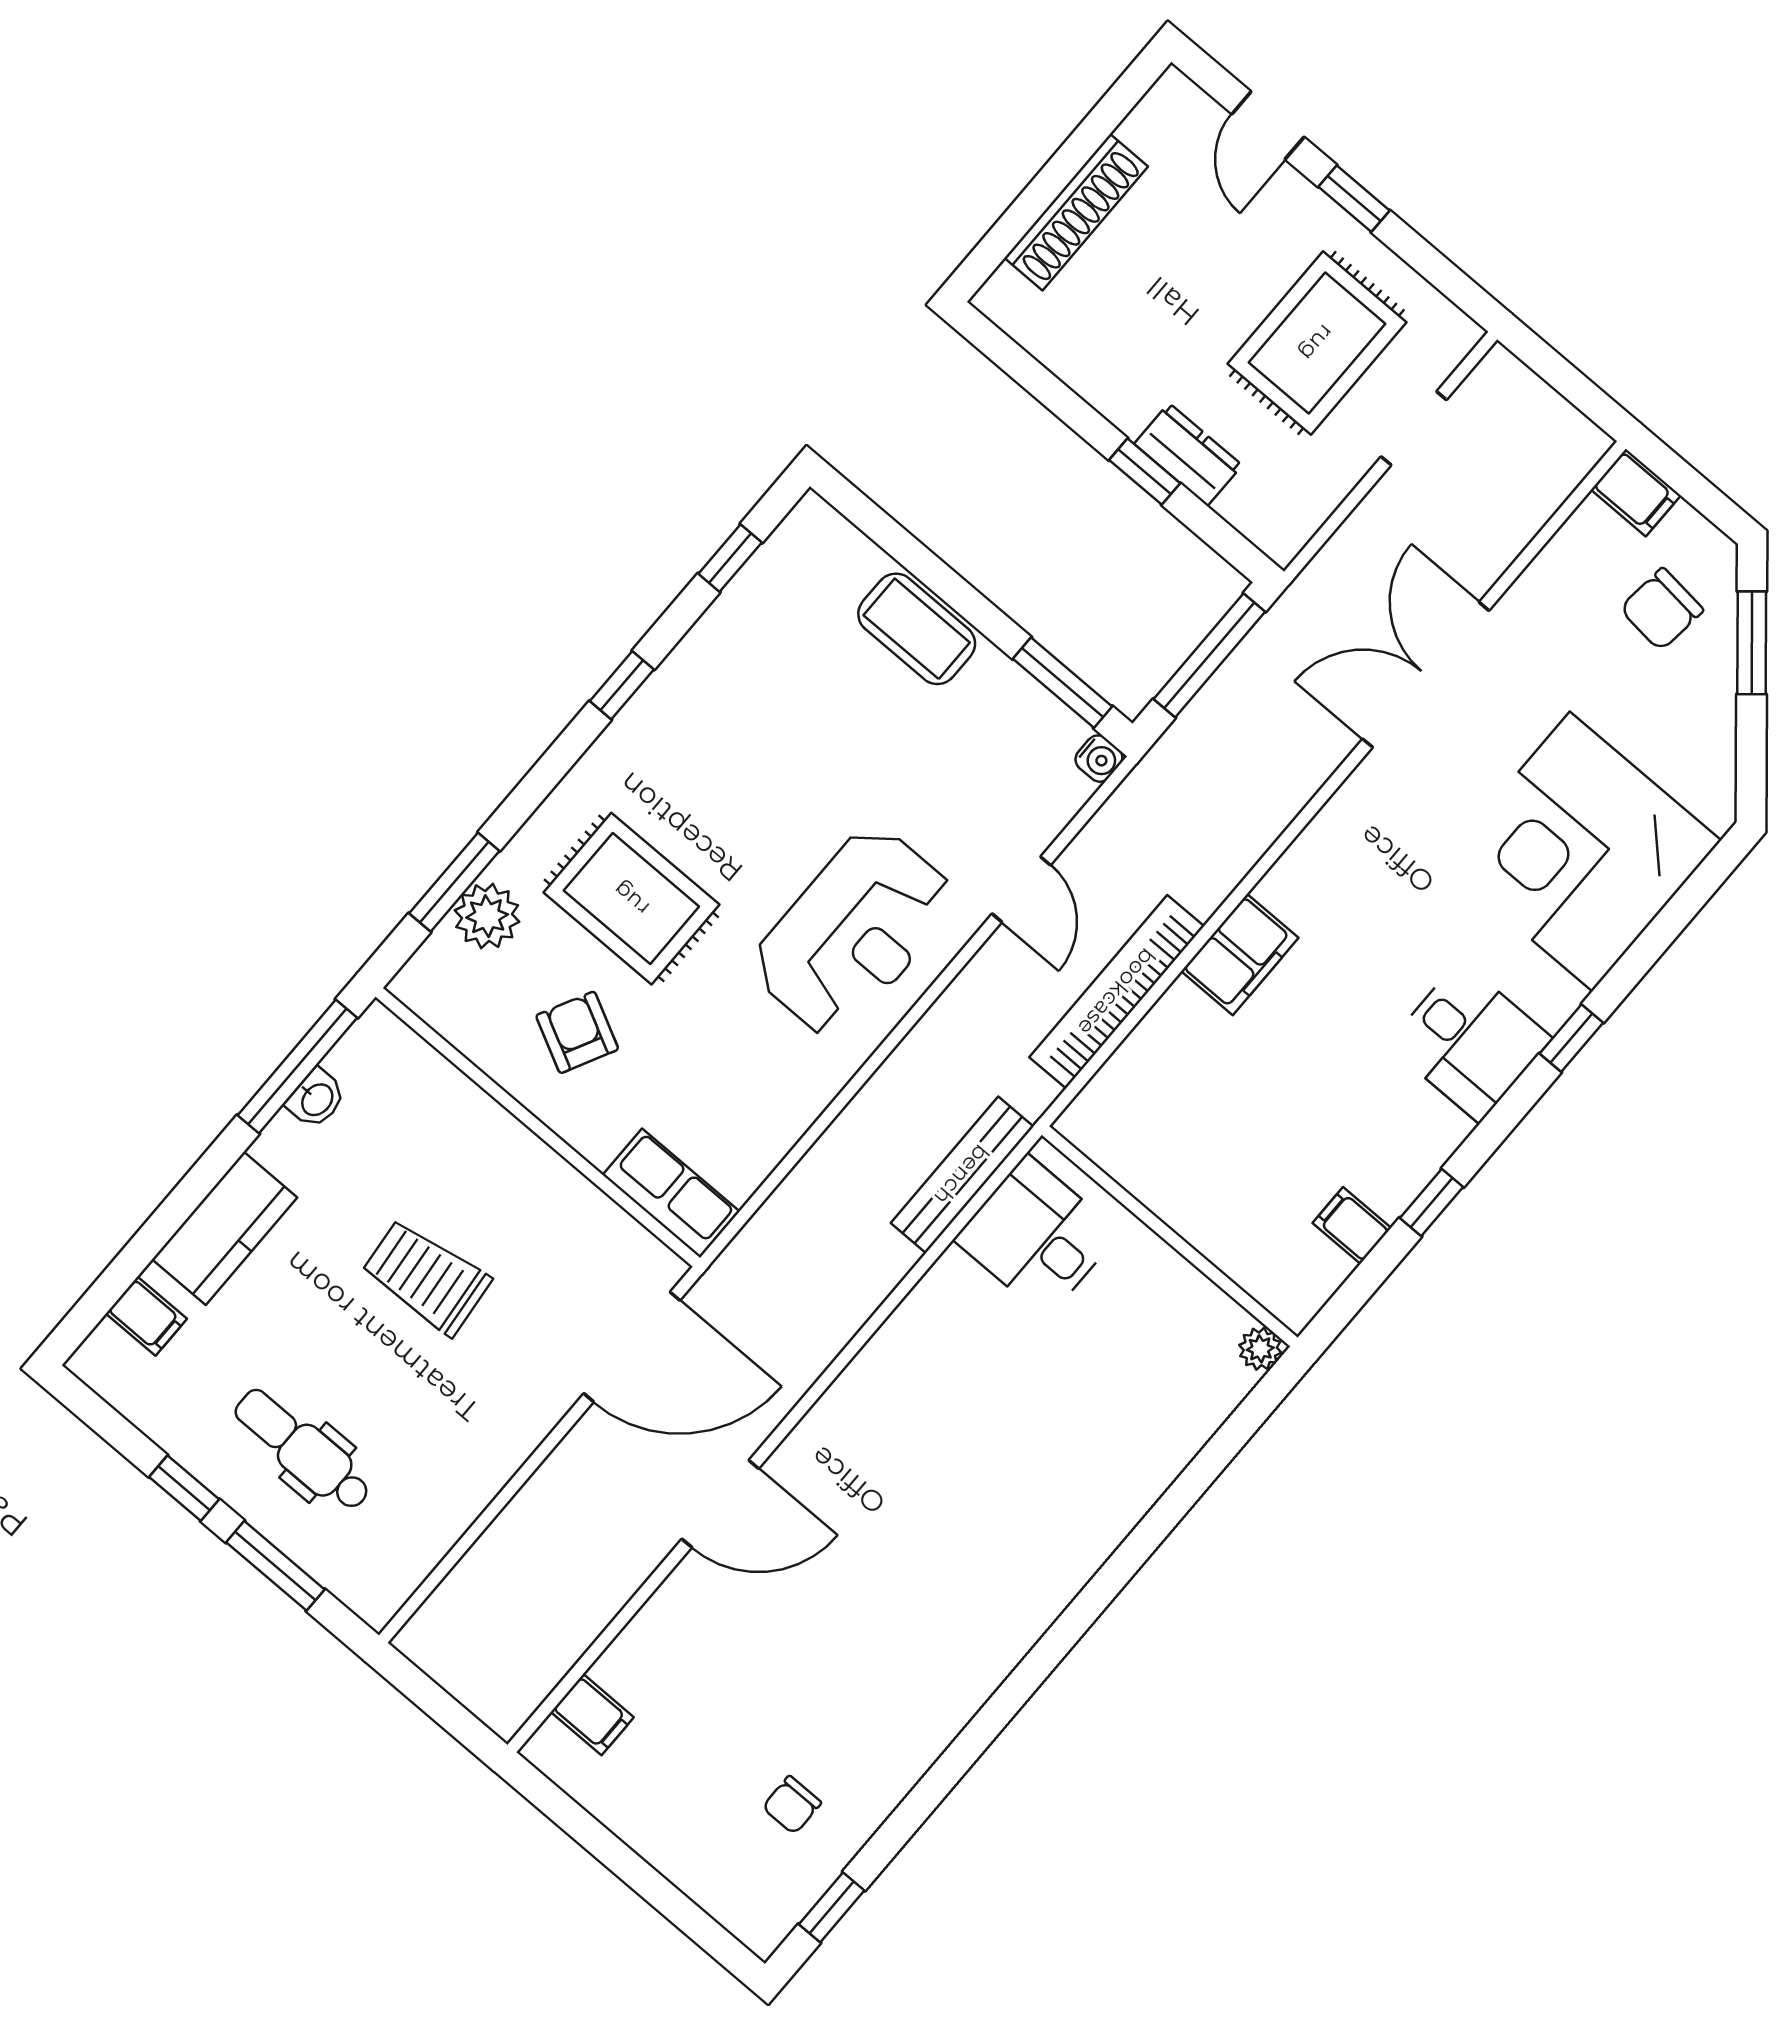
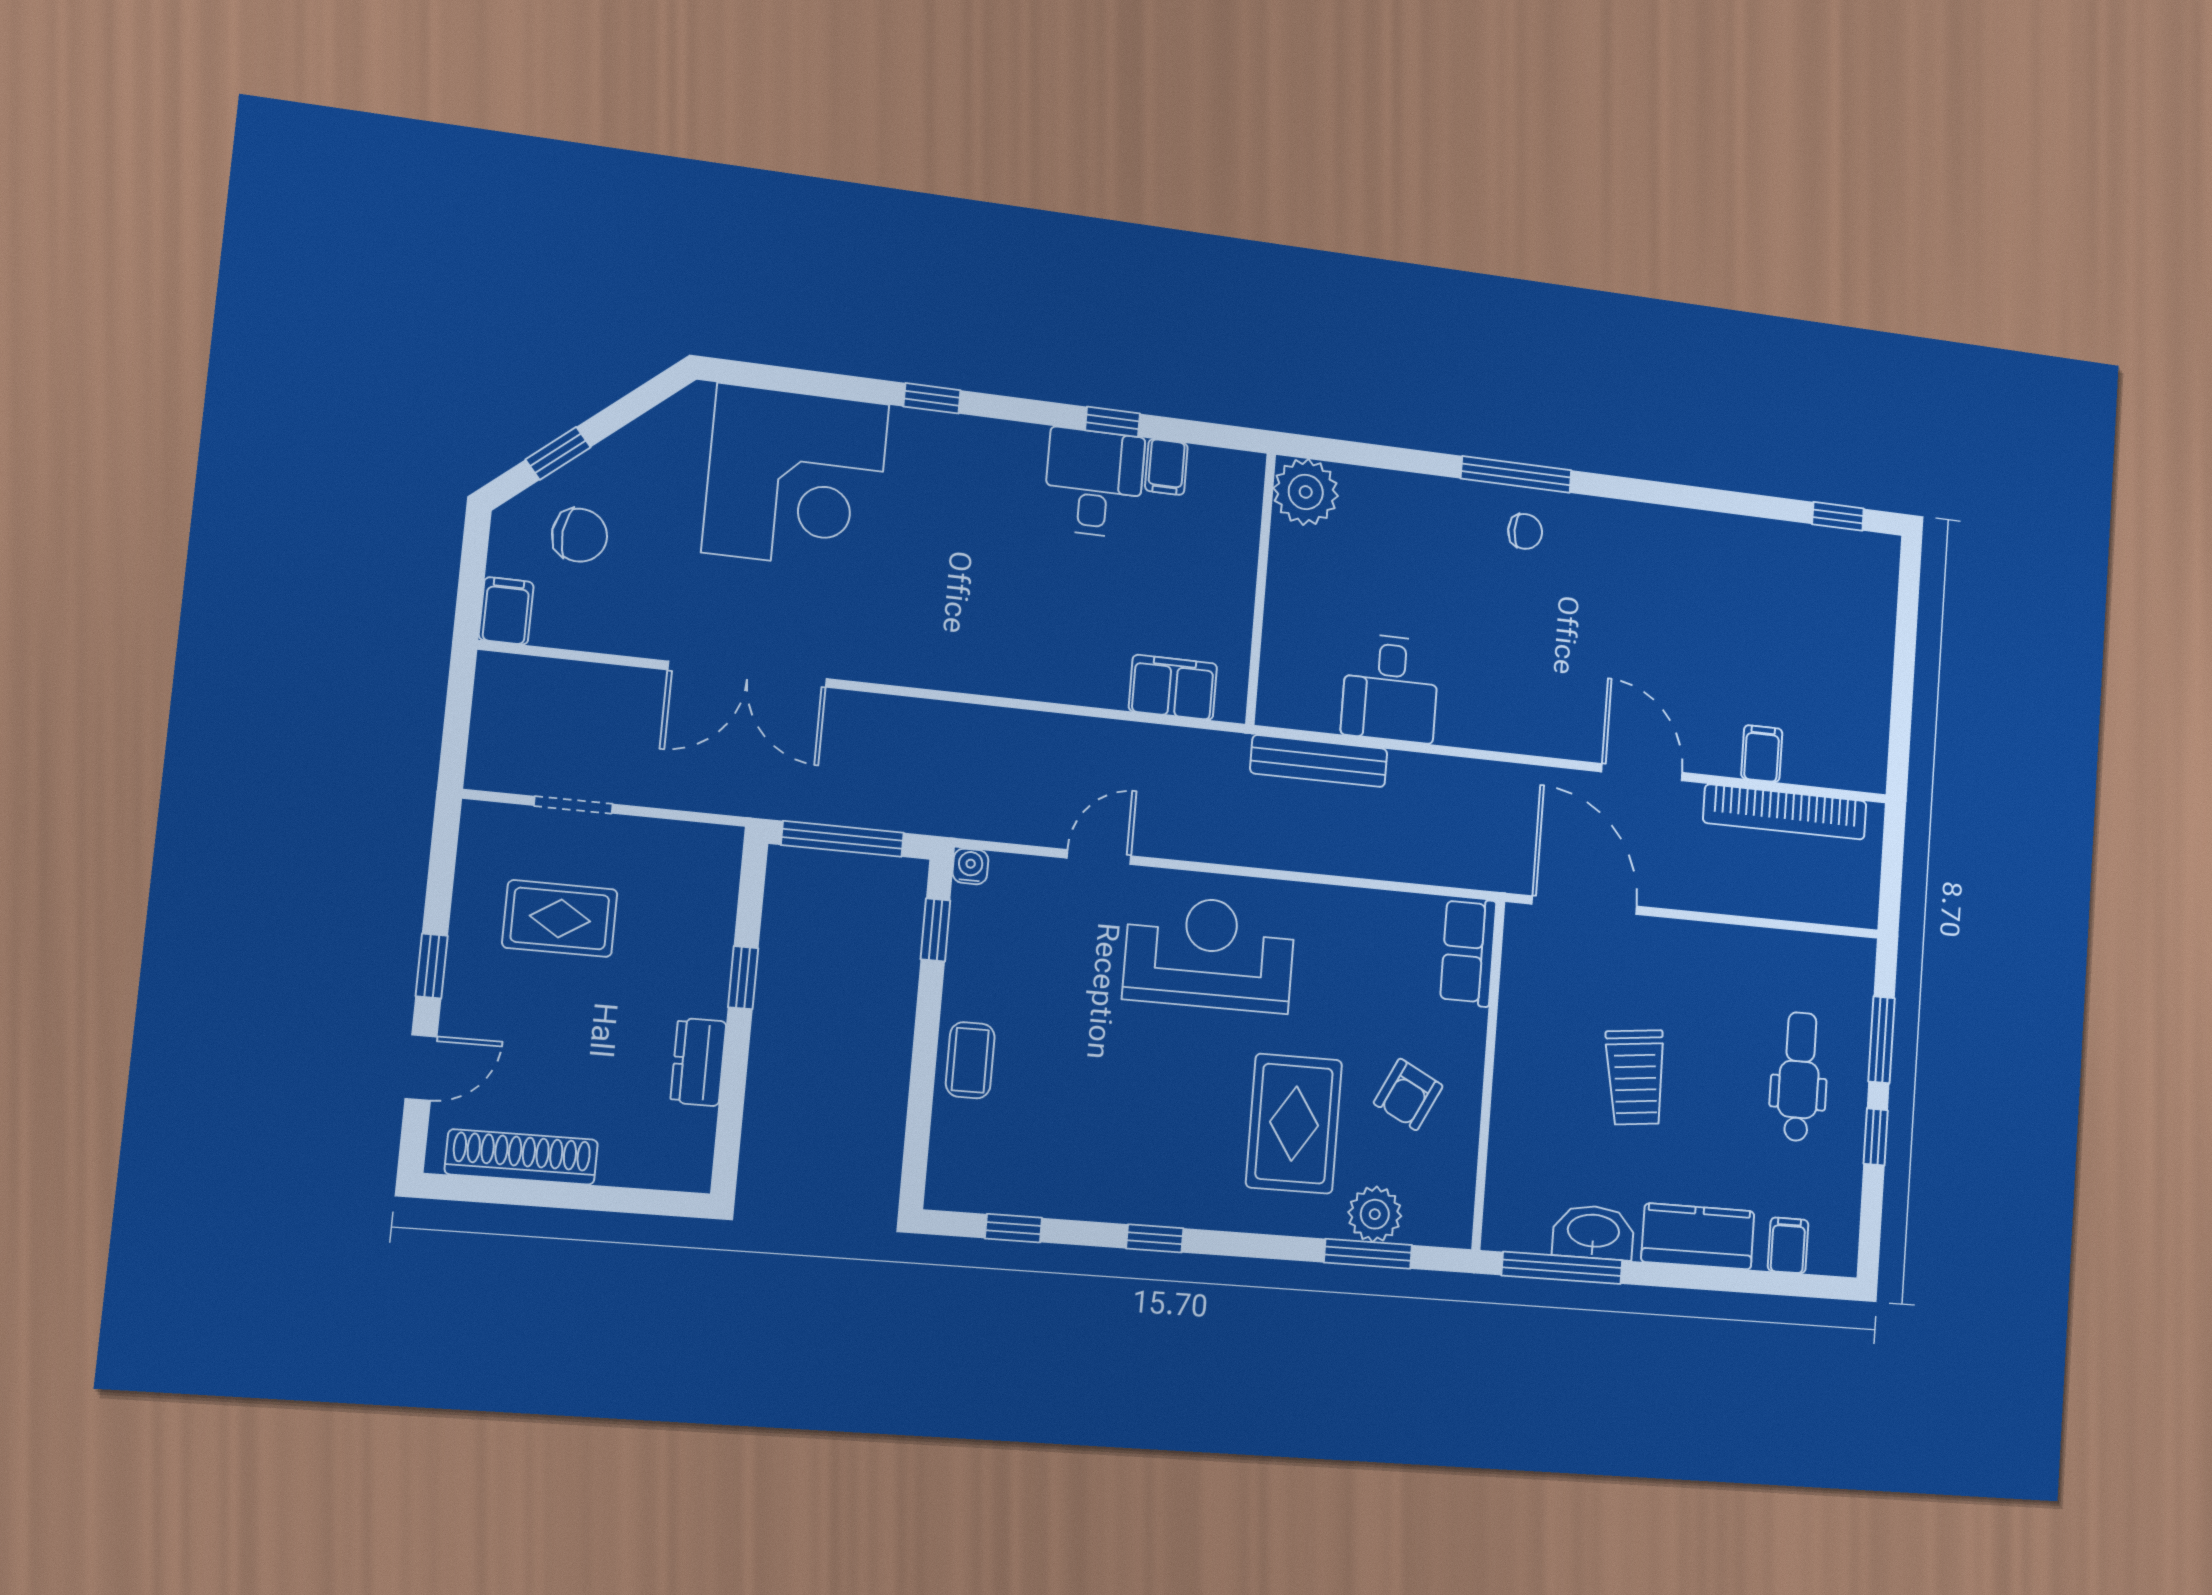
shoe rack: (1076, 212) -> (521, 1157), moved
rug: (1317, 343) -> (560, 919), width x0.73, depth x0.70
dresser: (1188, 455) -> (698, 1062), moved
coffee table: (917, 629) -> (970, 1060), width x0.73, depth x0.77
window: (1752, 643) -> (558, 453), width x0.67
window: (1062, 683) -> (935, 930), width x0.67
filing cabinet: (1240, 954) -> (1173, 687), moved
bookcase: (1117, 992) -> (1785, 812), moved
desk: (1470, 1041) -> (1094, 483), moved
washbasin: (316, 1099) -> (1593, 1232), width x1.91, depth x1.45
desk: (1037, 1236) -> (1390, 688), moved
plant: (1260, 1349) -> (1306, 492), width x1.88, depth x1.88
dental chair: (303, 1450) -> (1799, 1077), turned 180
window: (1106, 1585) -> (1516, 474), added
filing cabinet: (592, 1715) -> (1762, 754), moved
chair: (792, 1805) -> (1525, 531), moved

